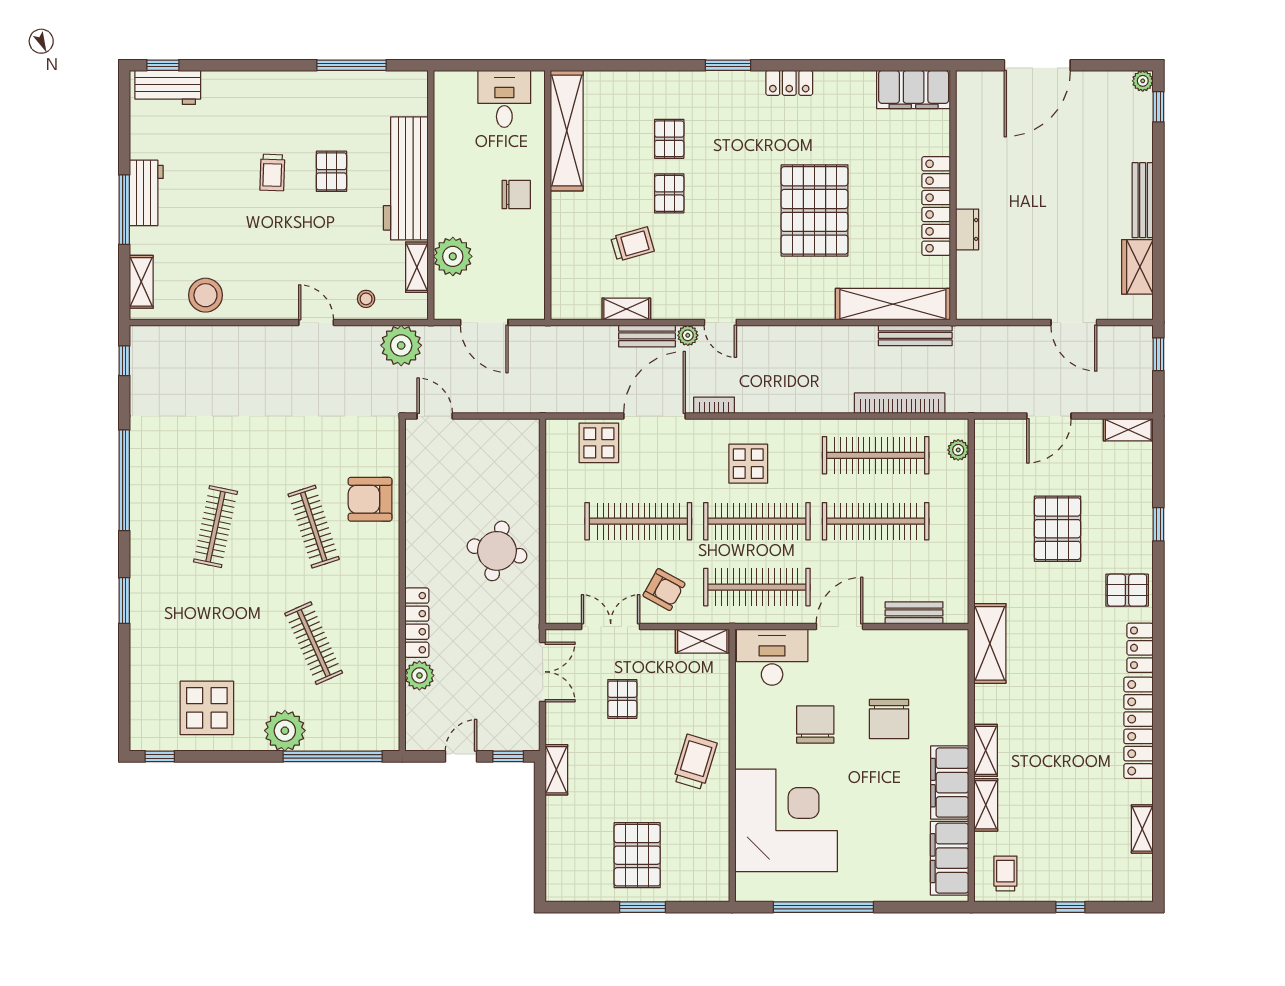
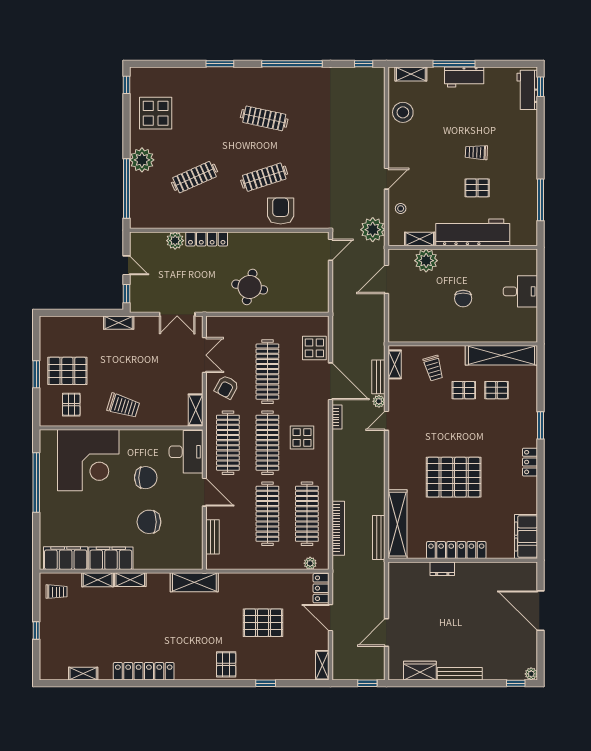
shelving: (567, 131) -> (501, 355), moved
wall: (548, 195) -> (463, 344), moved
locker: (1140, 648) -> (321, 588), moved, turned -90
pallet: (622, 699) -> (71, 405), moved, turned 90

